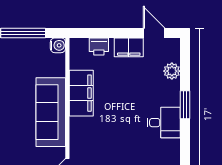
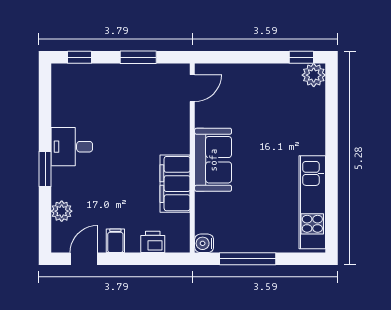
door: (154, 33) -> (84, 259), swing flipped
filing cabinet: (129, 47) -> (115, 241), width x0.50
sofa: (51, 112) -> (213, 160), width x0.73

